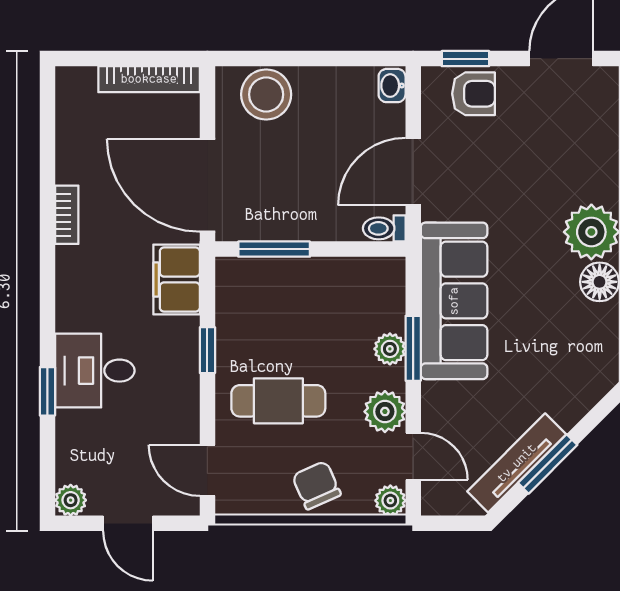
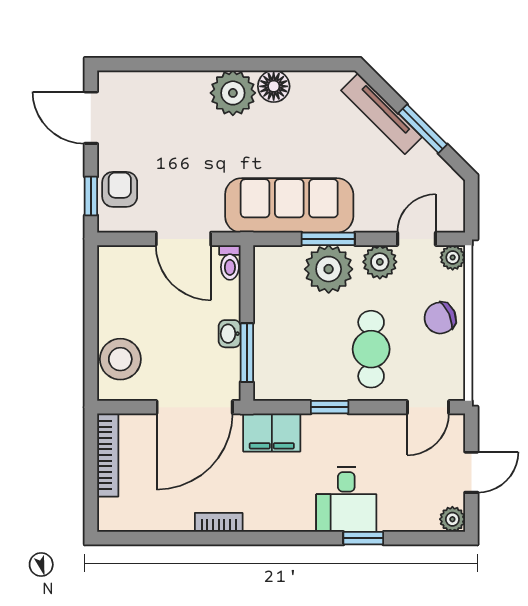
washbasin: (392, 86) -> (230, 334), moved, turned 90
plant: (390, 349) -> (329, 269), width x1.88, depth x1.88
tv unit: (517, 463) -> (381, 114), moved

